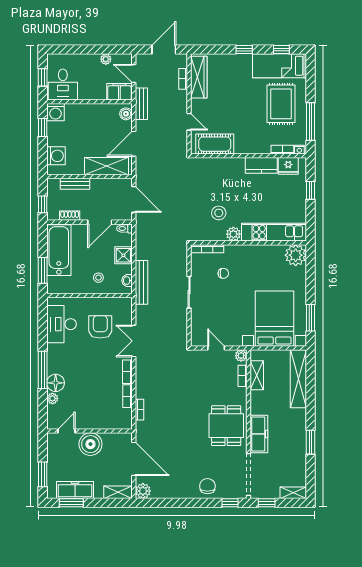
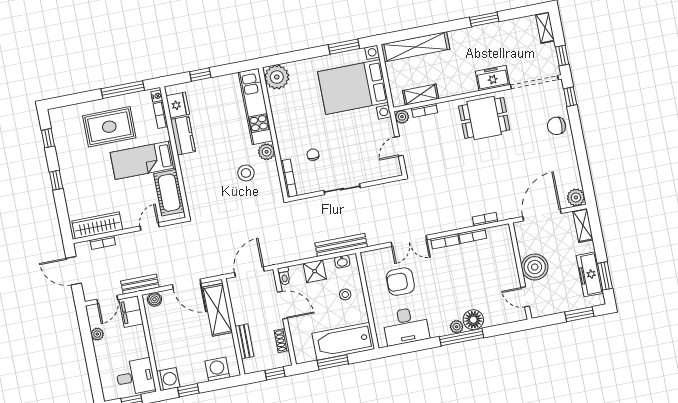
bed: (279, 66) -> (143, 160), moved, turned 90
bathtub: (59, 250) -> (343, 341), moved
window: (43, 270) -> (333, 362), moved
plant: (52, 398) -> (457, 327), moved
freezer: (259, 434) -> (492, 78), width x0.71

